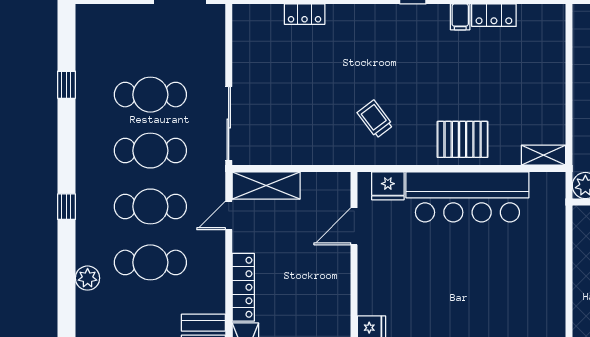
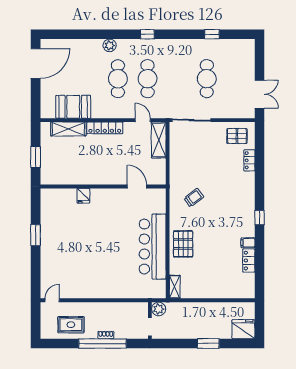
pallet: (259, 38) -> (237, 136), added
cafe table: (150, 151) -> (177, 79), removed
fridge: (388, 186) -> (158, 204), removed

